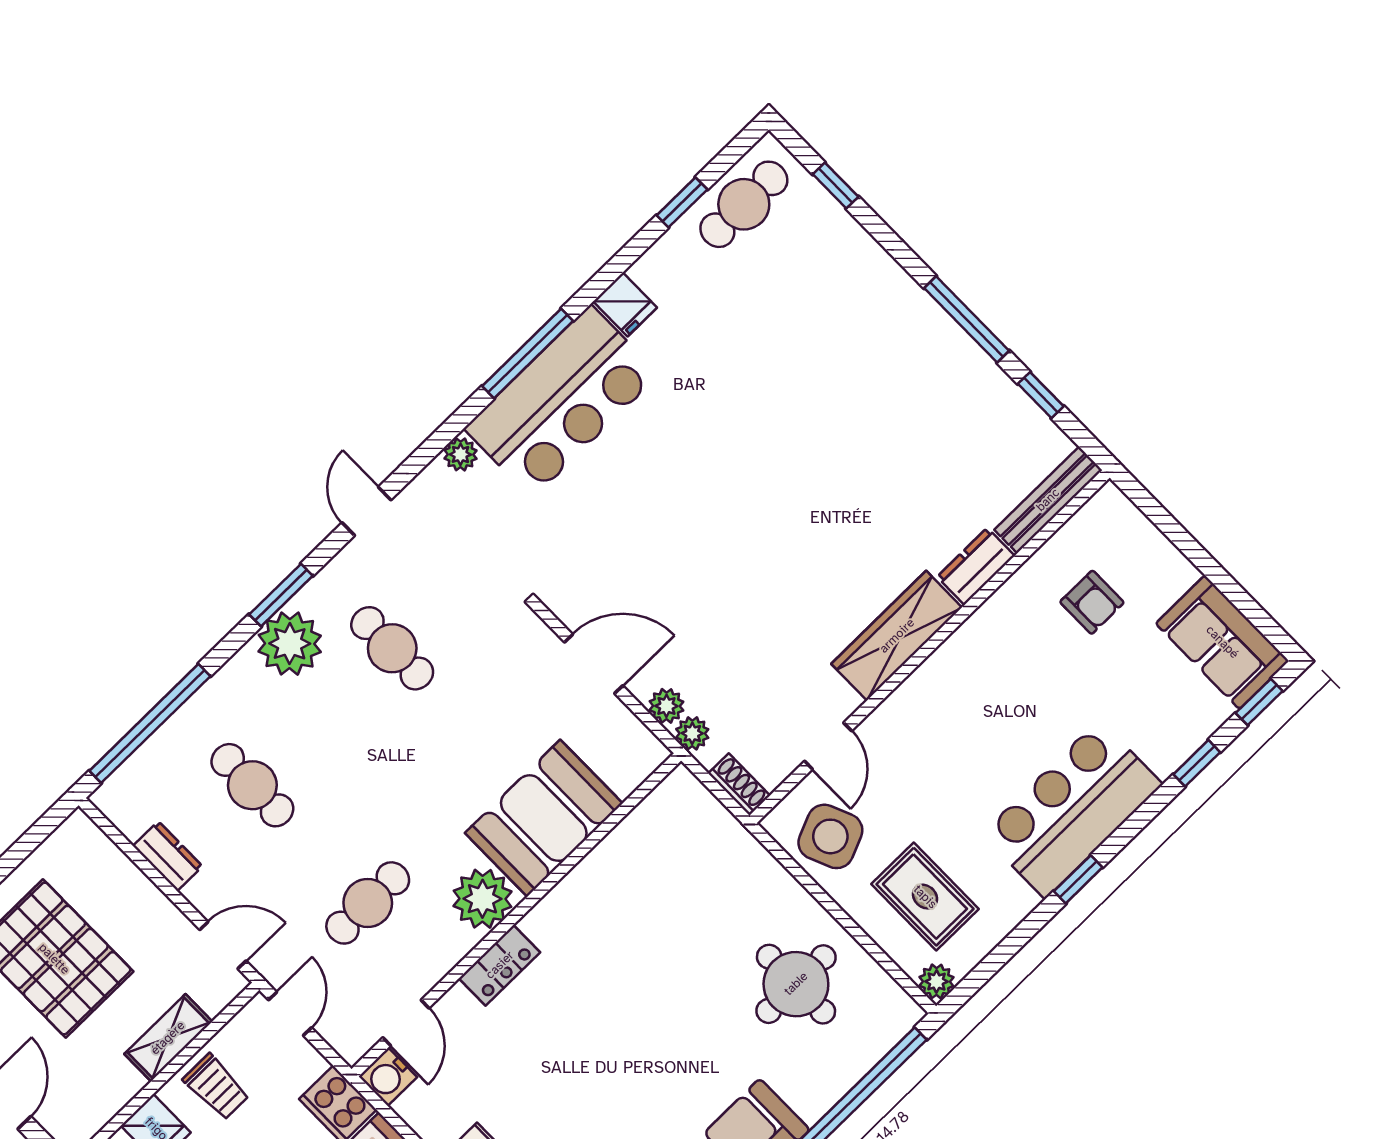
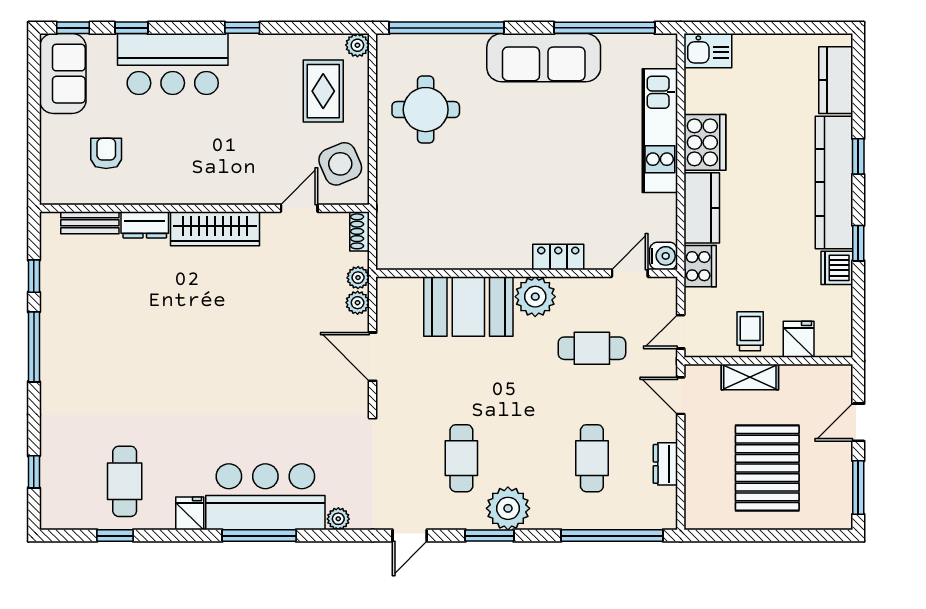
cafe table: (744, 204) -> (125, 481), moved, turned 90
bench: (1048, 500) -> (90, 223), width x0.73
bar counter: (1072, 809) -> (173, 64), moved

